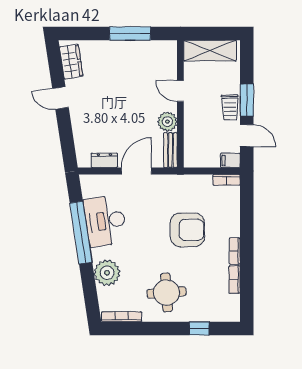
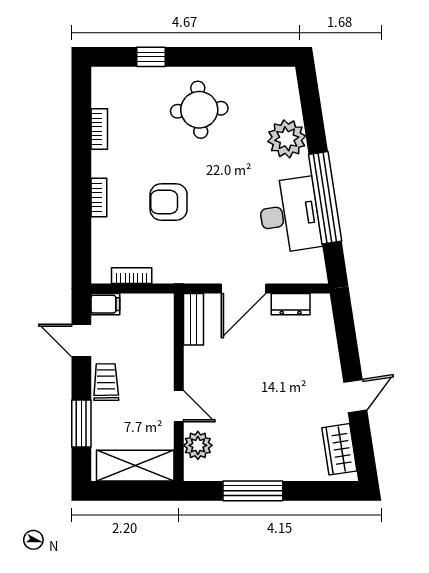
door: (60, 98) -> (355, 396), hinge flipped
window: (247, 100) -> (81, 424), moved
plant: (167, 122) -> (198, 445), moved
bookcase: (227, 180) -> (132, 276), moved
armchair: (187, 230) -> (169, 202), width x0.73, depth x0.73
bookcase: (235, 251) -> (99, 198), moved
bookcase: (122, 317) -> (265, 74), removed

